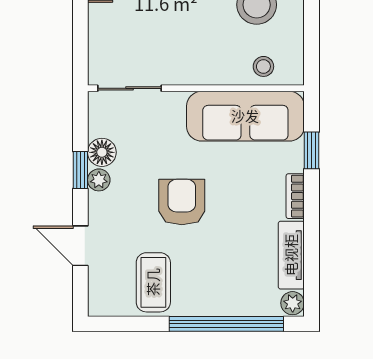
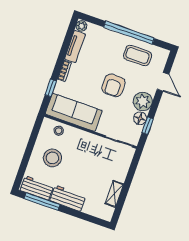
window: (80, 170) -> (148, 126), moved
plant: (99, 180) -> (143, 101), width x1.88, depth x1.88
coffee table: (153, 282) -> (138, 55), turned 90
window: (226, 324) -> (129, 33), moved

